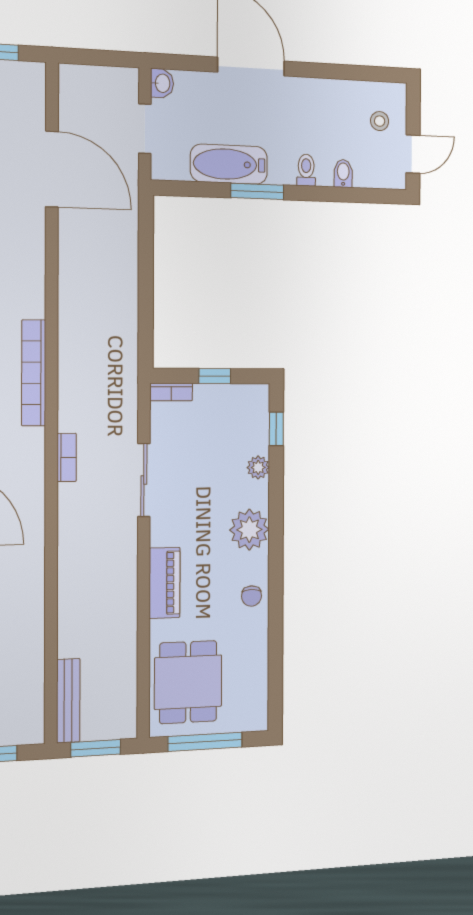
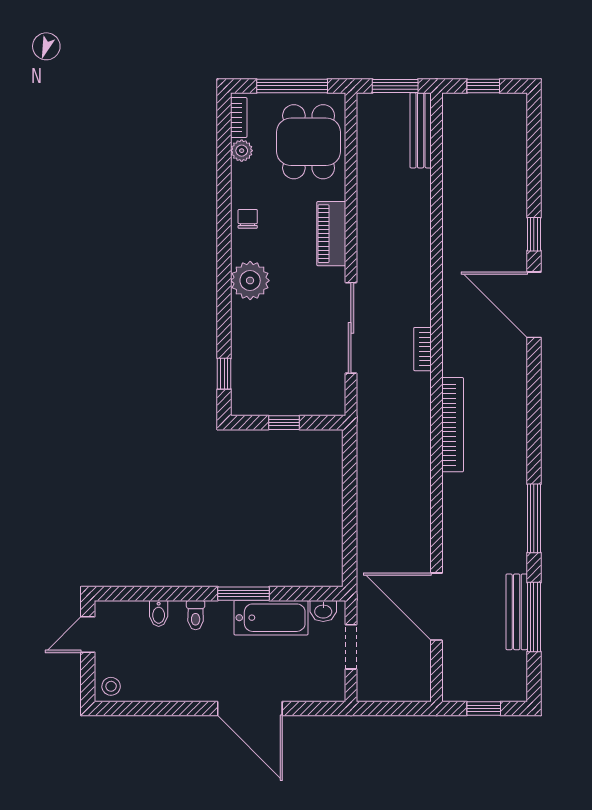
washbasin: (162, 83) -> (323, 611), moved, turned -90
stool: (380, 121) -> (111, 686), moved
bookcase: (171, 392) -> (239, 117), moved, turned 90
plant: (258, 467) -> (242, 151), moved
sliding door: (144, 480) -> (351, 328), width x1.37

